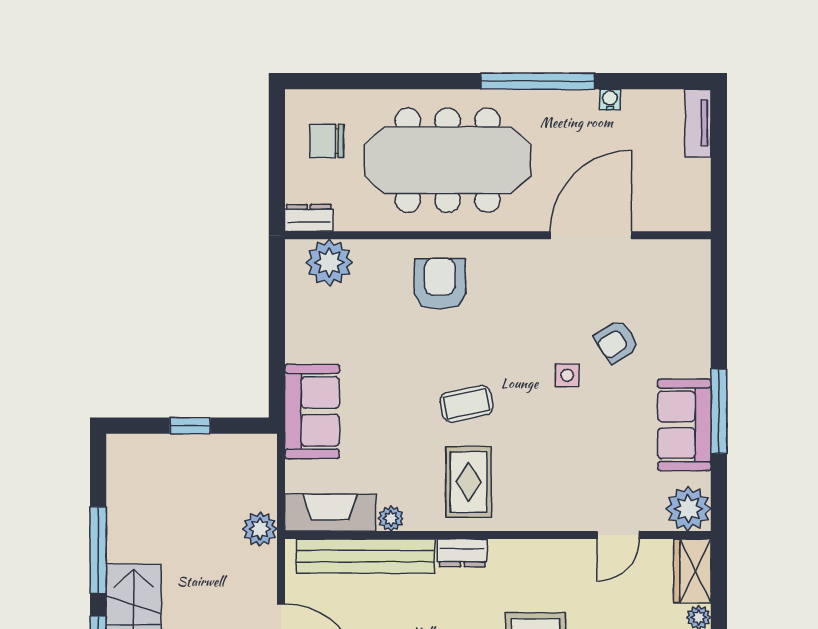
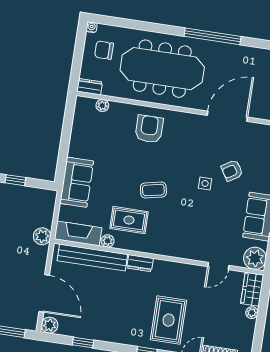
water cooler: (610, 99) -> (92, 27), moved
plant: (329, 262) -> (102, 106), width x0.53, depth x0.53
rug: (468, 482) -> (129, 220), moved, turned 90

